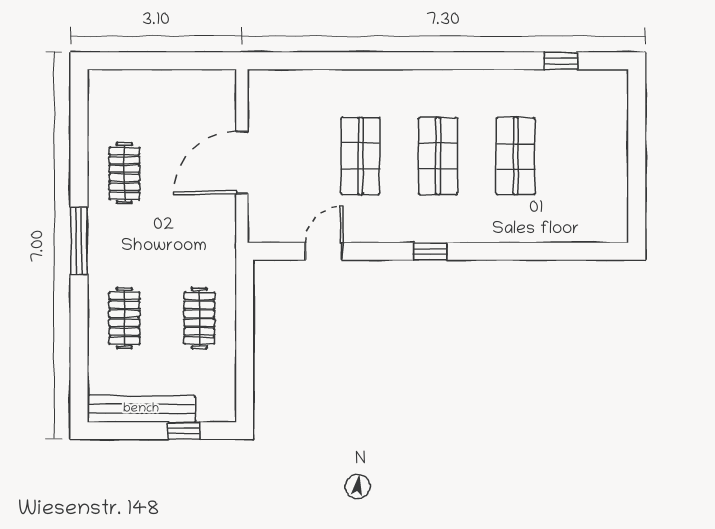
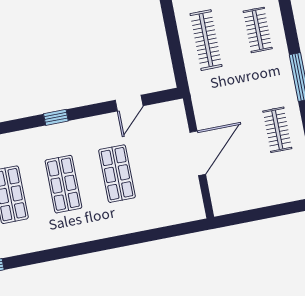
clothes rail: (199, 318) -> (206, 40), width x1.36

